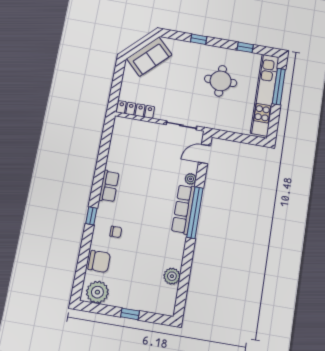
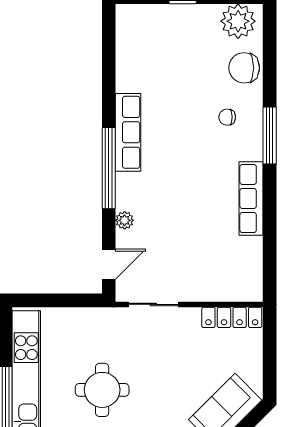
row of seats: (109, 186) -> (251, 198), width x1.48
row of seats: (183, 209) -> (128, 132), moved
window: (91, 216) -> (270, 135), width x2.17
plant: (172, 276) -> (128, 64), removed

